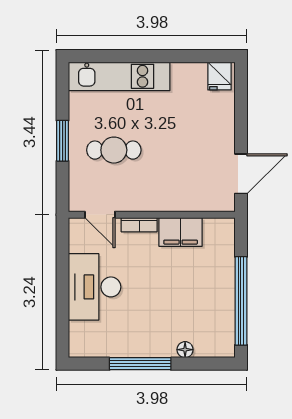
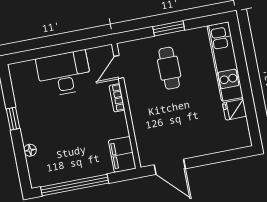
fridge: (219, 76) -> (235, 110), moved
filing cabinet: (181, 232) -> (122, 154), moved
window: (140, 364) -> (13, 119), width x0.46

